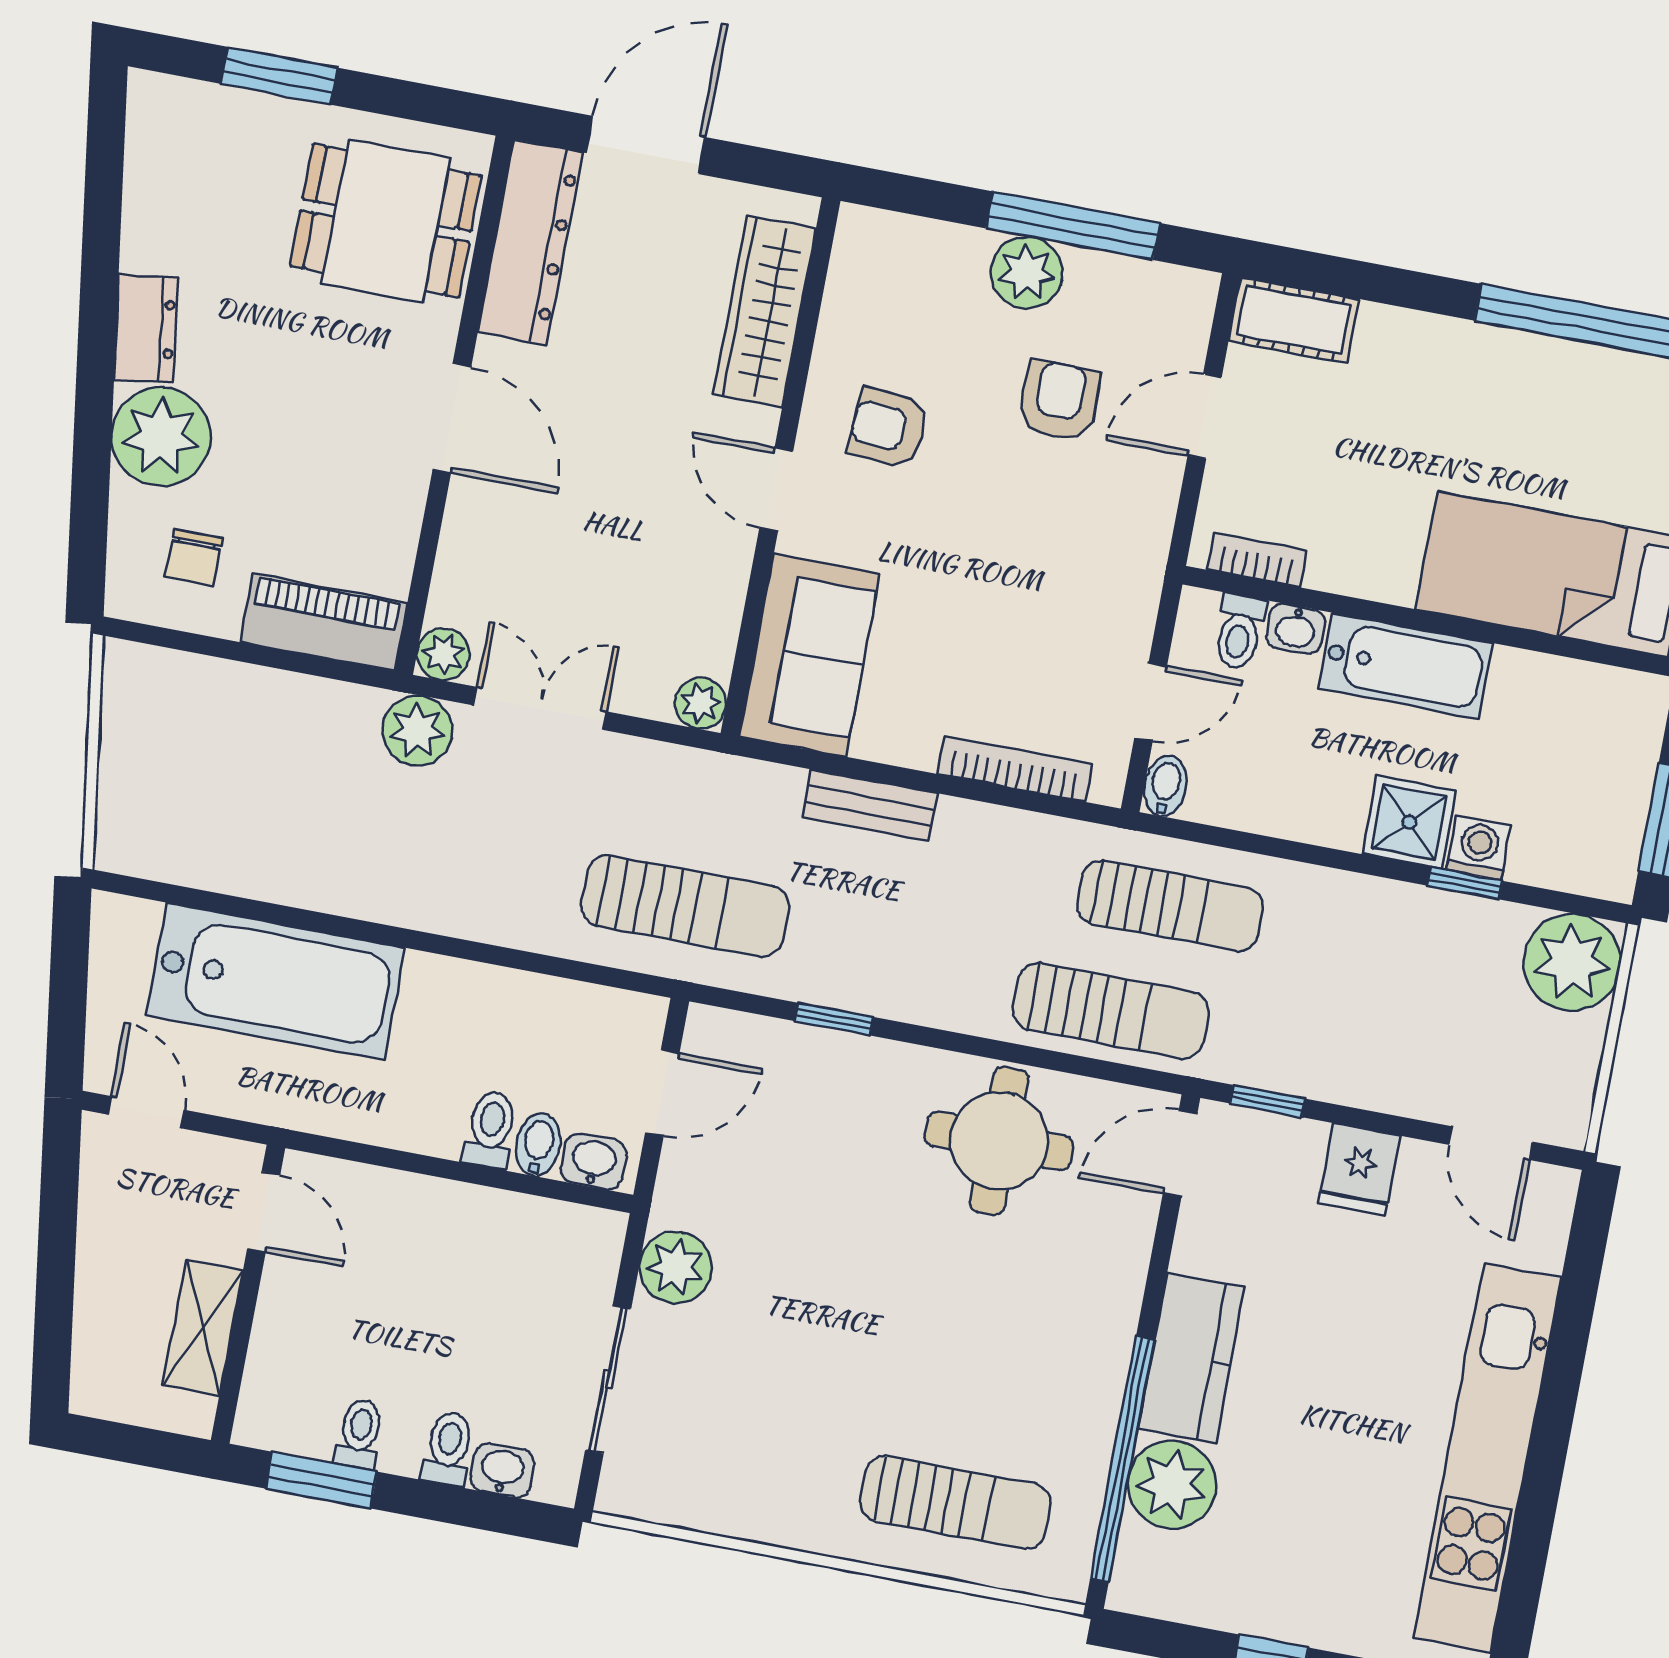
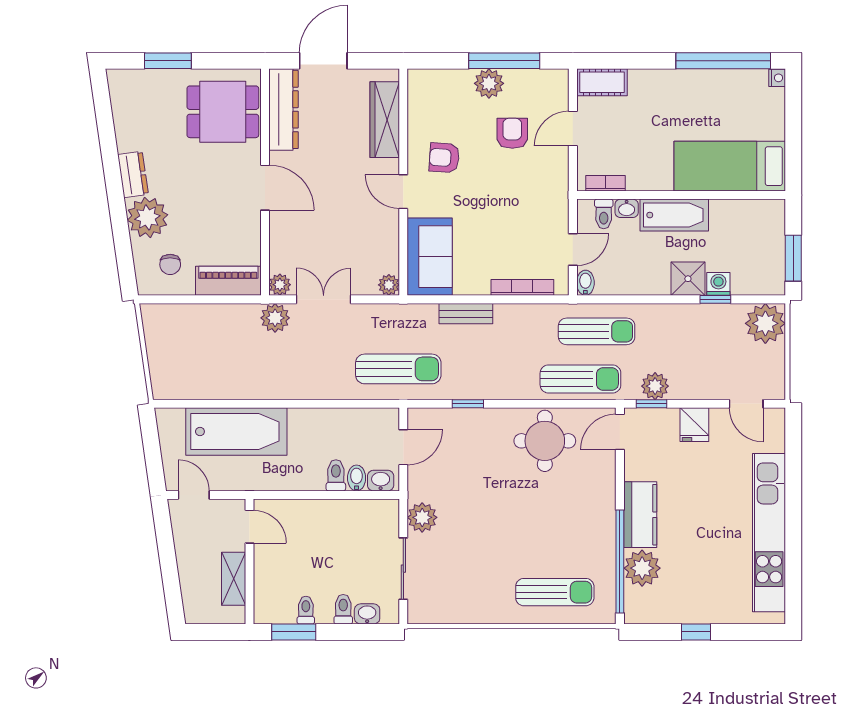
plant: (1284, 1061) -> (655, 386), added

